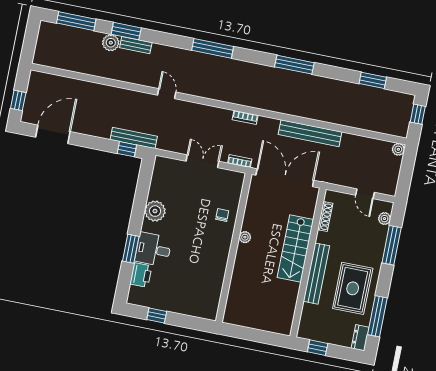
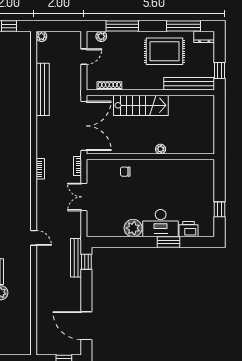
door: (167, 94) -> (34, 238), swing flipped
bench: (310, 133) -> (43, 89), moved
double door: (285, 178) -> (84, 126), swing flipped
plant: (245, 237) -> (161, 149), moved
desk: (153, 250) -> (161, 223), width x1.37
bench: (316, 274) -> (189, 84), moved

